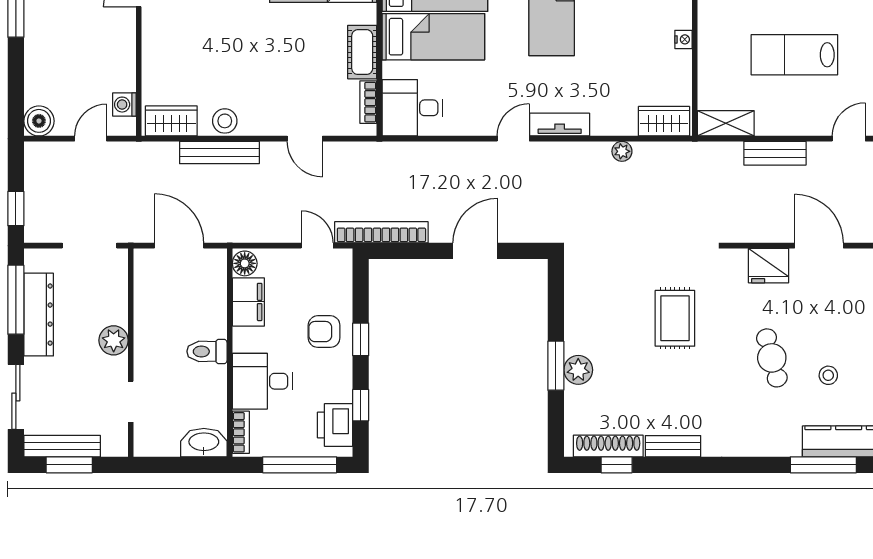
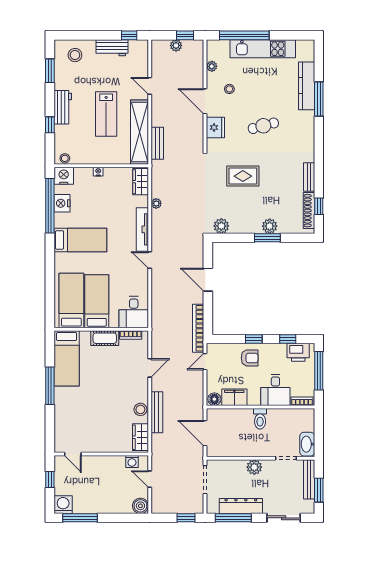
shelving: (726, 123) -> (139, 132), width x2.20, depth x1.33
tv unit: (560, 125) -> (142, 229), width x1.41
bench: (775, 153) -> (157, 143), moved
door: (179, 246) -> (205, 433), hinge flipped
door: (819, 246) -> (205, 101), hinge flipped
plant: (579, 277) -> (221, 226), added
armchair: (324, 332) -> (250, 358), turned -90
stool: (828, 375) -> (229, 89), moved
washbasin: (204, 443) -> (307, 444), moved
bench: (62, 446) -> (309, 479), moved

